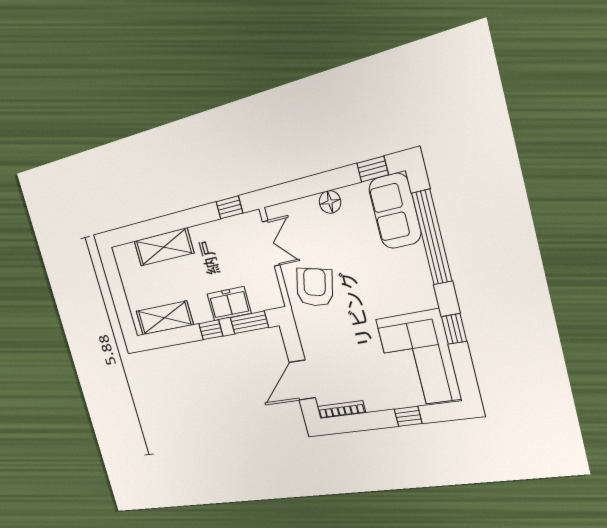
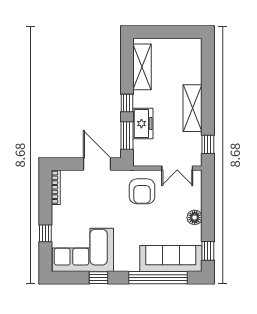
sofa: (395, 211) -> (171, 258), width x1.36
shelving: (164, 247) -> (193, 108), moved
armchair: (315, 287) -> (142, 191), turned 76
door: (302, 380) -> (97, 164), moved

